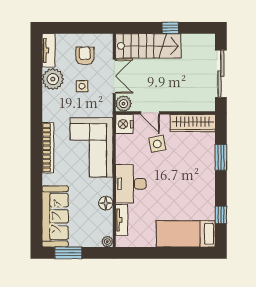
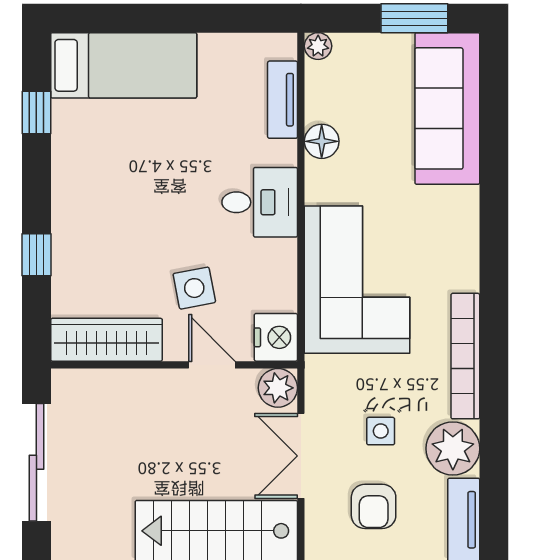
bookcase: (48, 148) -> (465, 356), moved
window: (221, 157) -> (36, 255), width x0.67
desk: (131, 184) -> (260, 202), width x0.73

